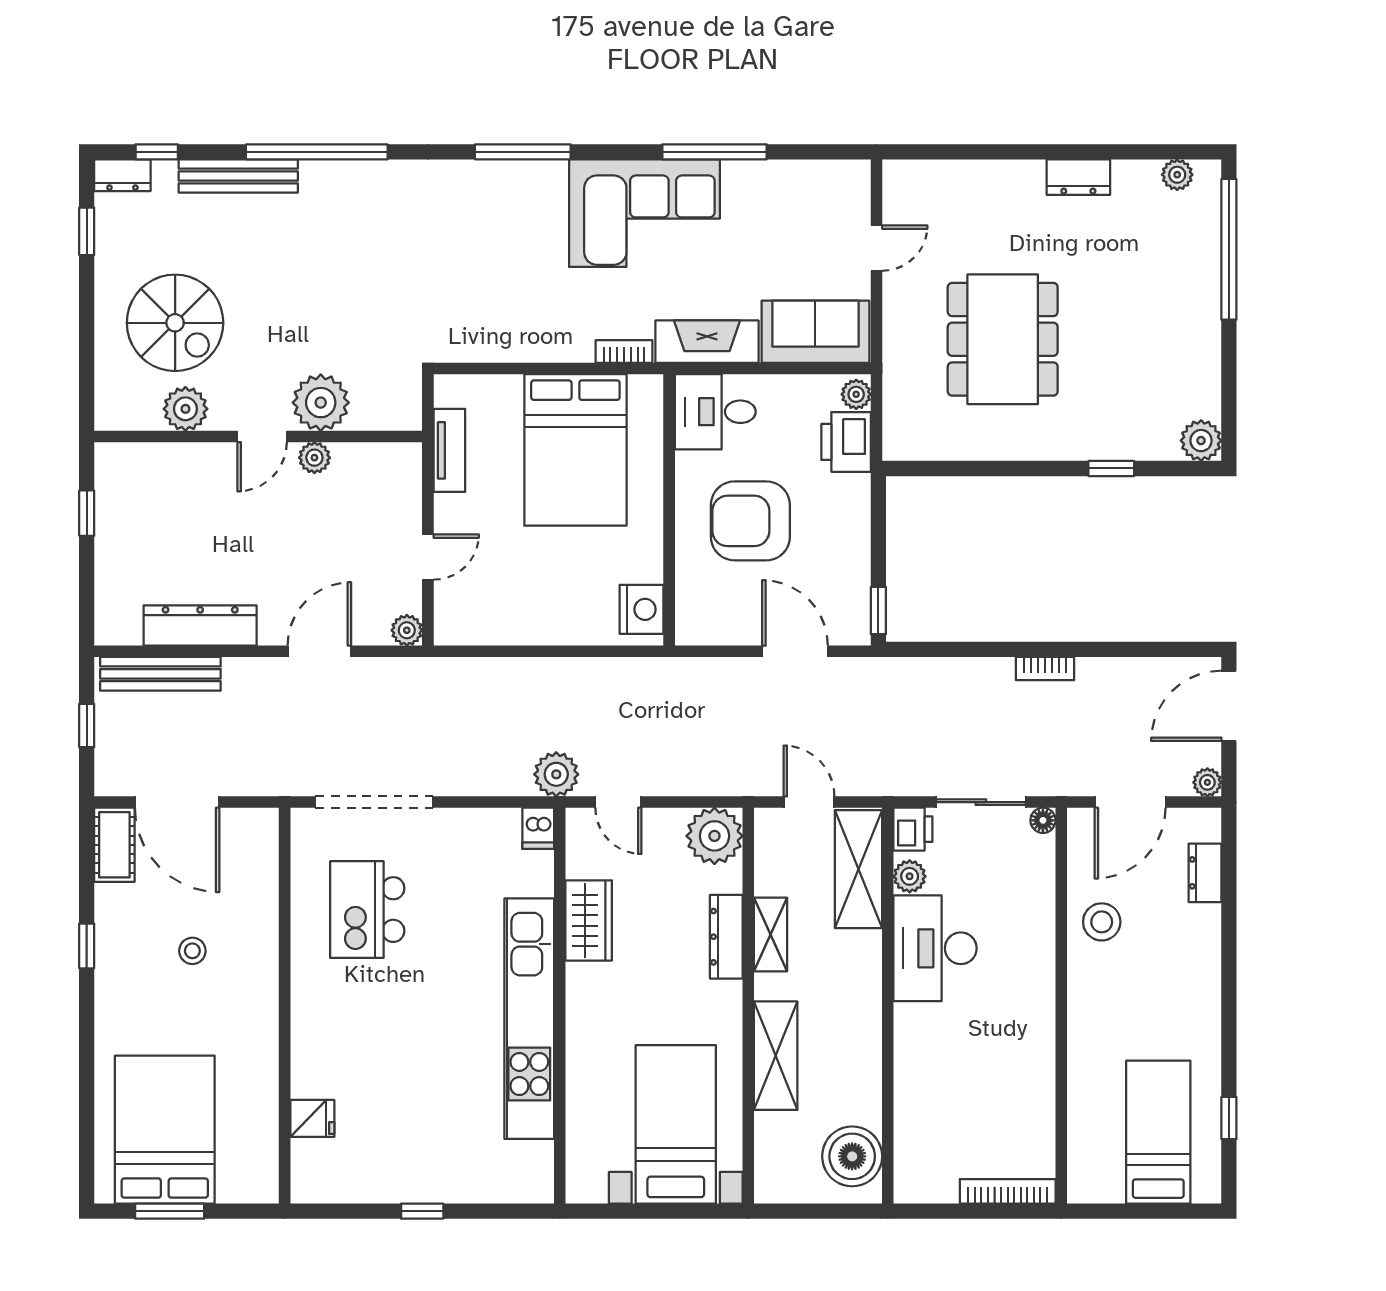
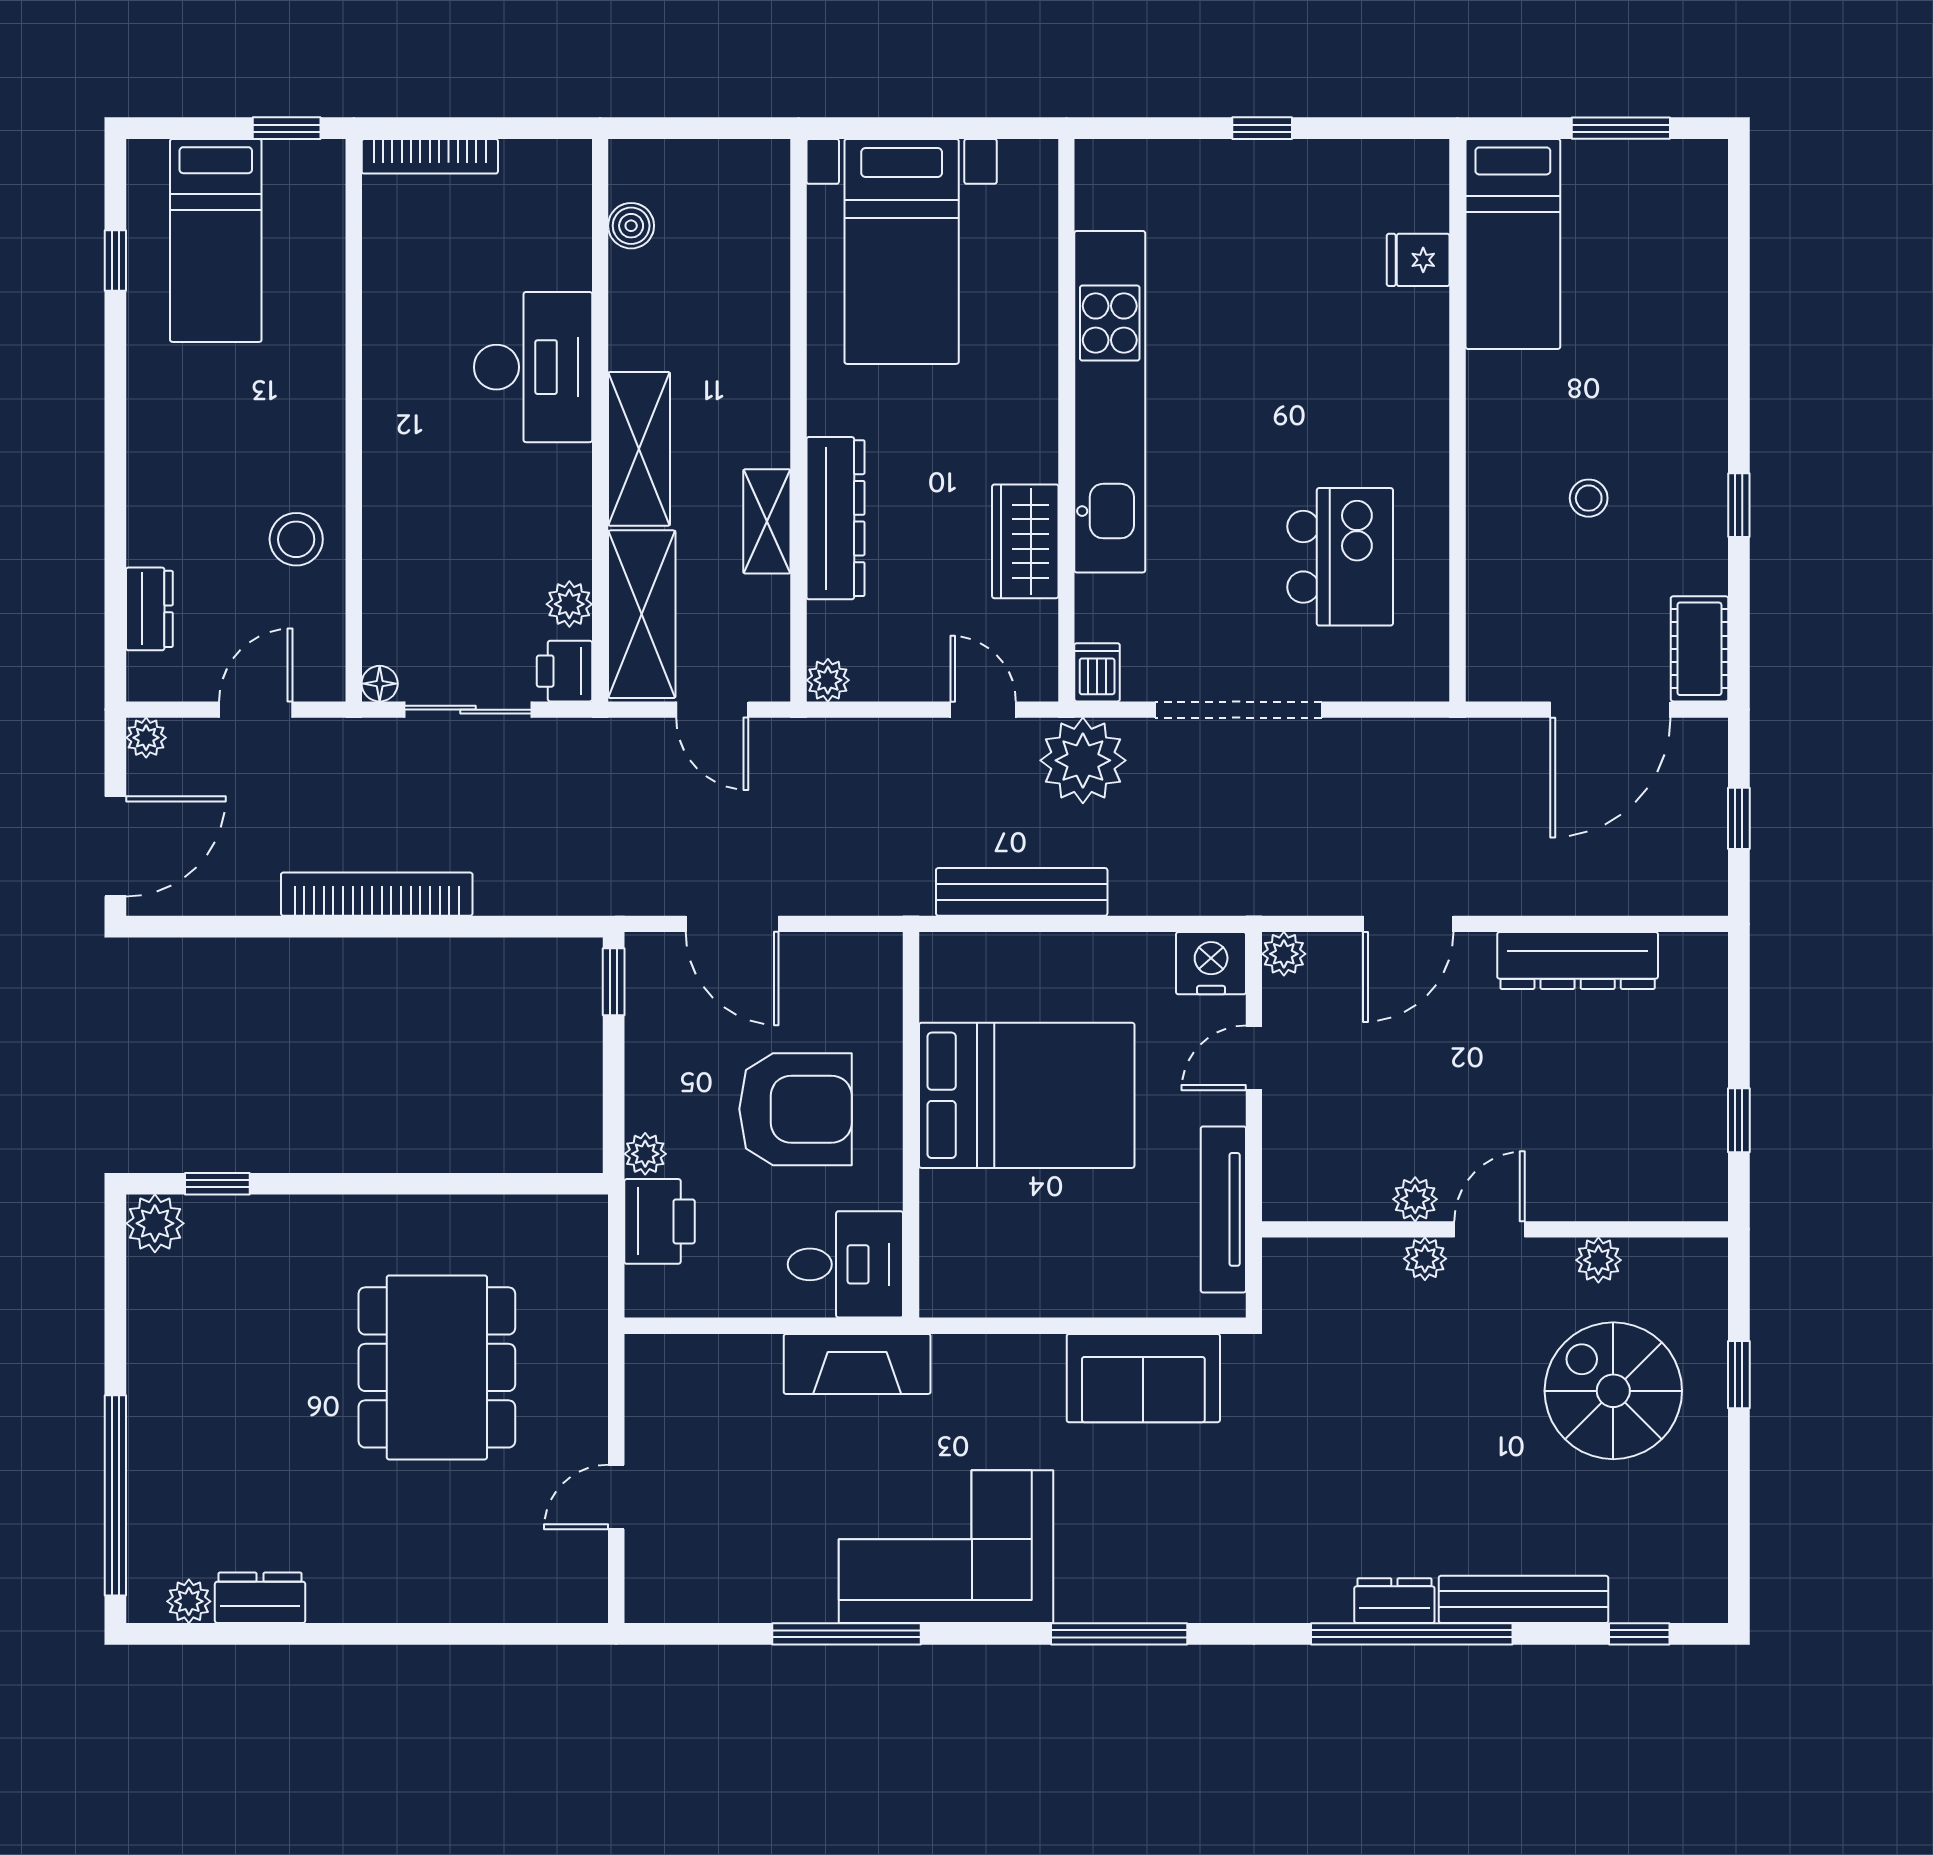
dresser: (122, 175) -> (1394, 1601), moved
dresser: (1078, 177) -> (260, 1598), moved
window: (87, 231) -> (1739, 1375), moved
sofa: (815, 332) -> (1143, 1378), moved
bookcase: (624, 352) -> (975, 1350), removed
plant: (856, 394) -> (645, 1154), moved
plant: (321, 403) -> (1425, 1259), width x0.53, depth x0.53
plant: (185, 409) -> (1598, 1260), width x0.73, depth x0.73
tv unit: (449, 450) -> (1223, 1209), width x1.41
bed: (575, 450) -> (1027, 1095), moved, turned 90
window: (1111, 468) -> (217, 1184), moved
nightstand: (641, 609) -> (1211, 963), moved, turned 90
bookcase: (1045, 669) -> (377, 894), width x2.31, depth x1.31
bench: (160, 674) -> (1022, 892), moved
plant: (556, 774) -> (1083, 760), width x1.36, depth x1.36
door: (177, 802) -> (1610, 710), swing flipped
doorway: (374, 802) -> (1239, 710), moved
door: (1130, 802) -> (256, 710), width x0.73
plant: (714, 836) -> (828, 680), width x0.53, depth x0.53
dresser: (726, 937) -> (835, 518), width x1.37, depth x1.24
desk: (935, 948) -> (533, 367), moved
shelving: (776, 1056) -> (639, 449), moved
bed: (165, 1130) -> (1513, 244), moved, width x0.67
boiler: (852, 1156) -> (631, 226), width x0.54, depth x0.54
window: (1108, 1211) -> (287, 128), added

